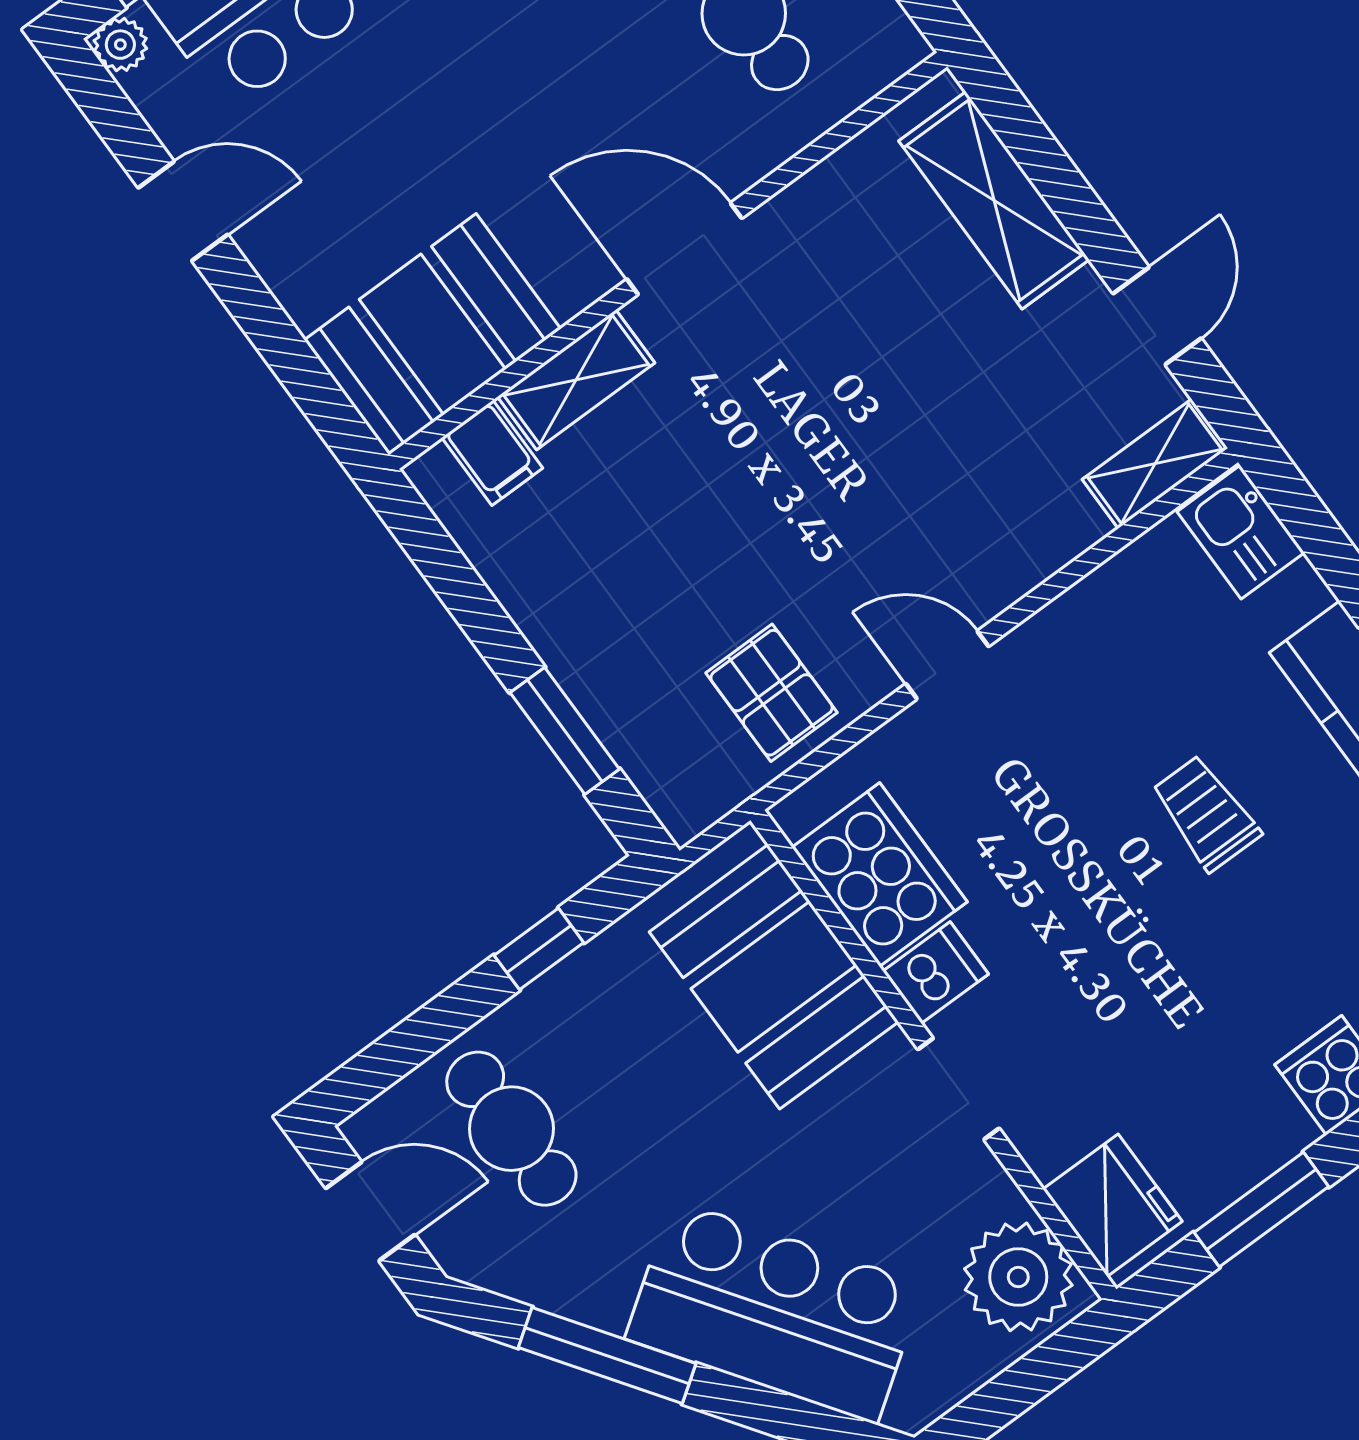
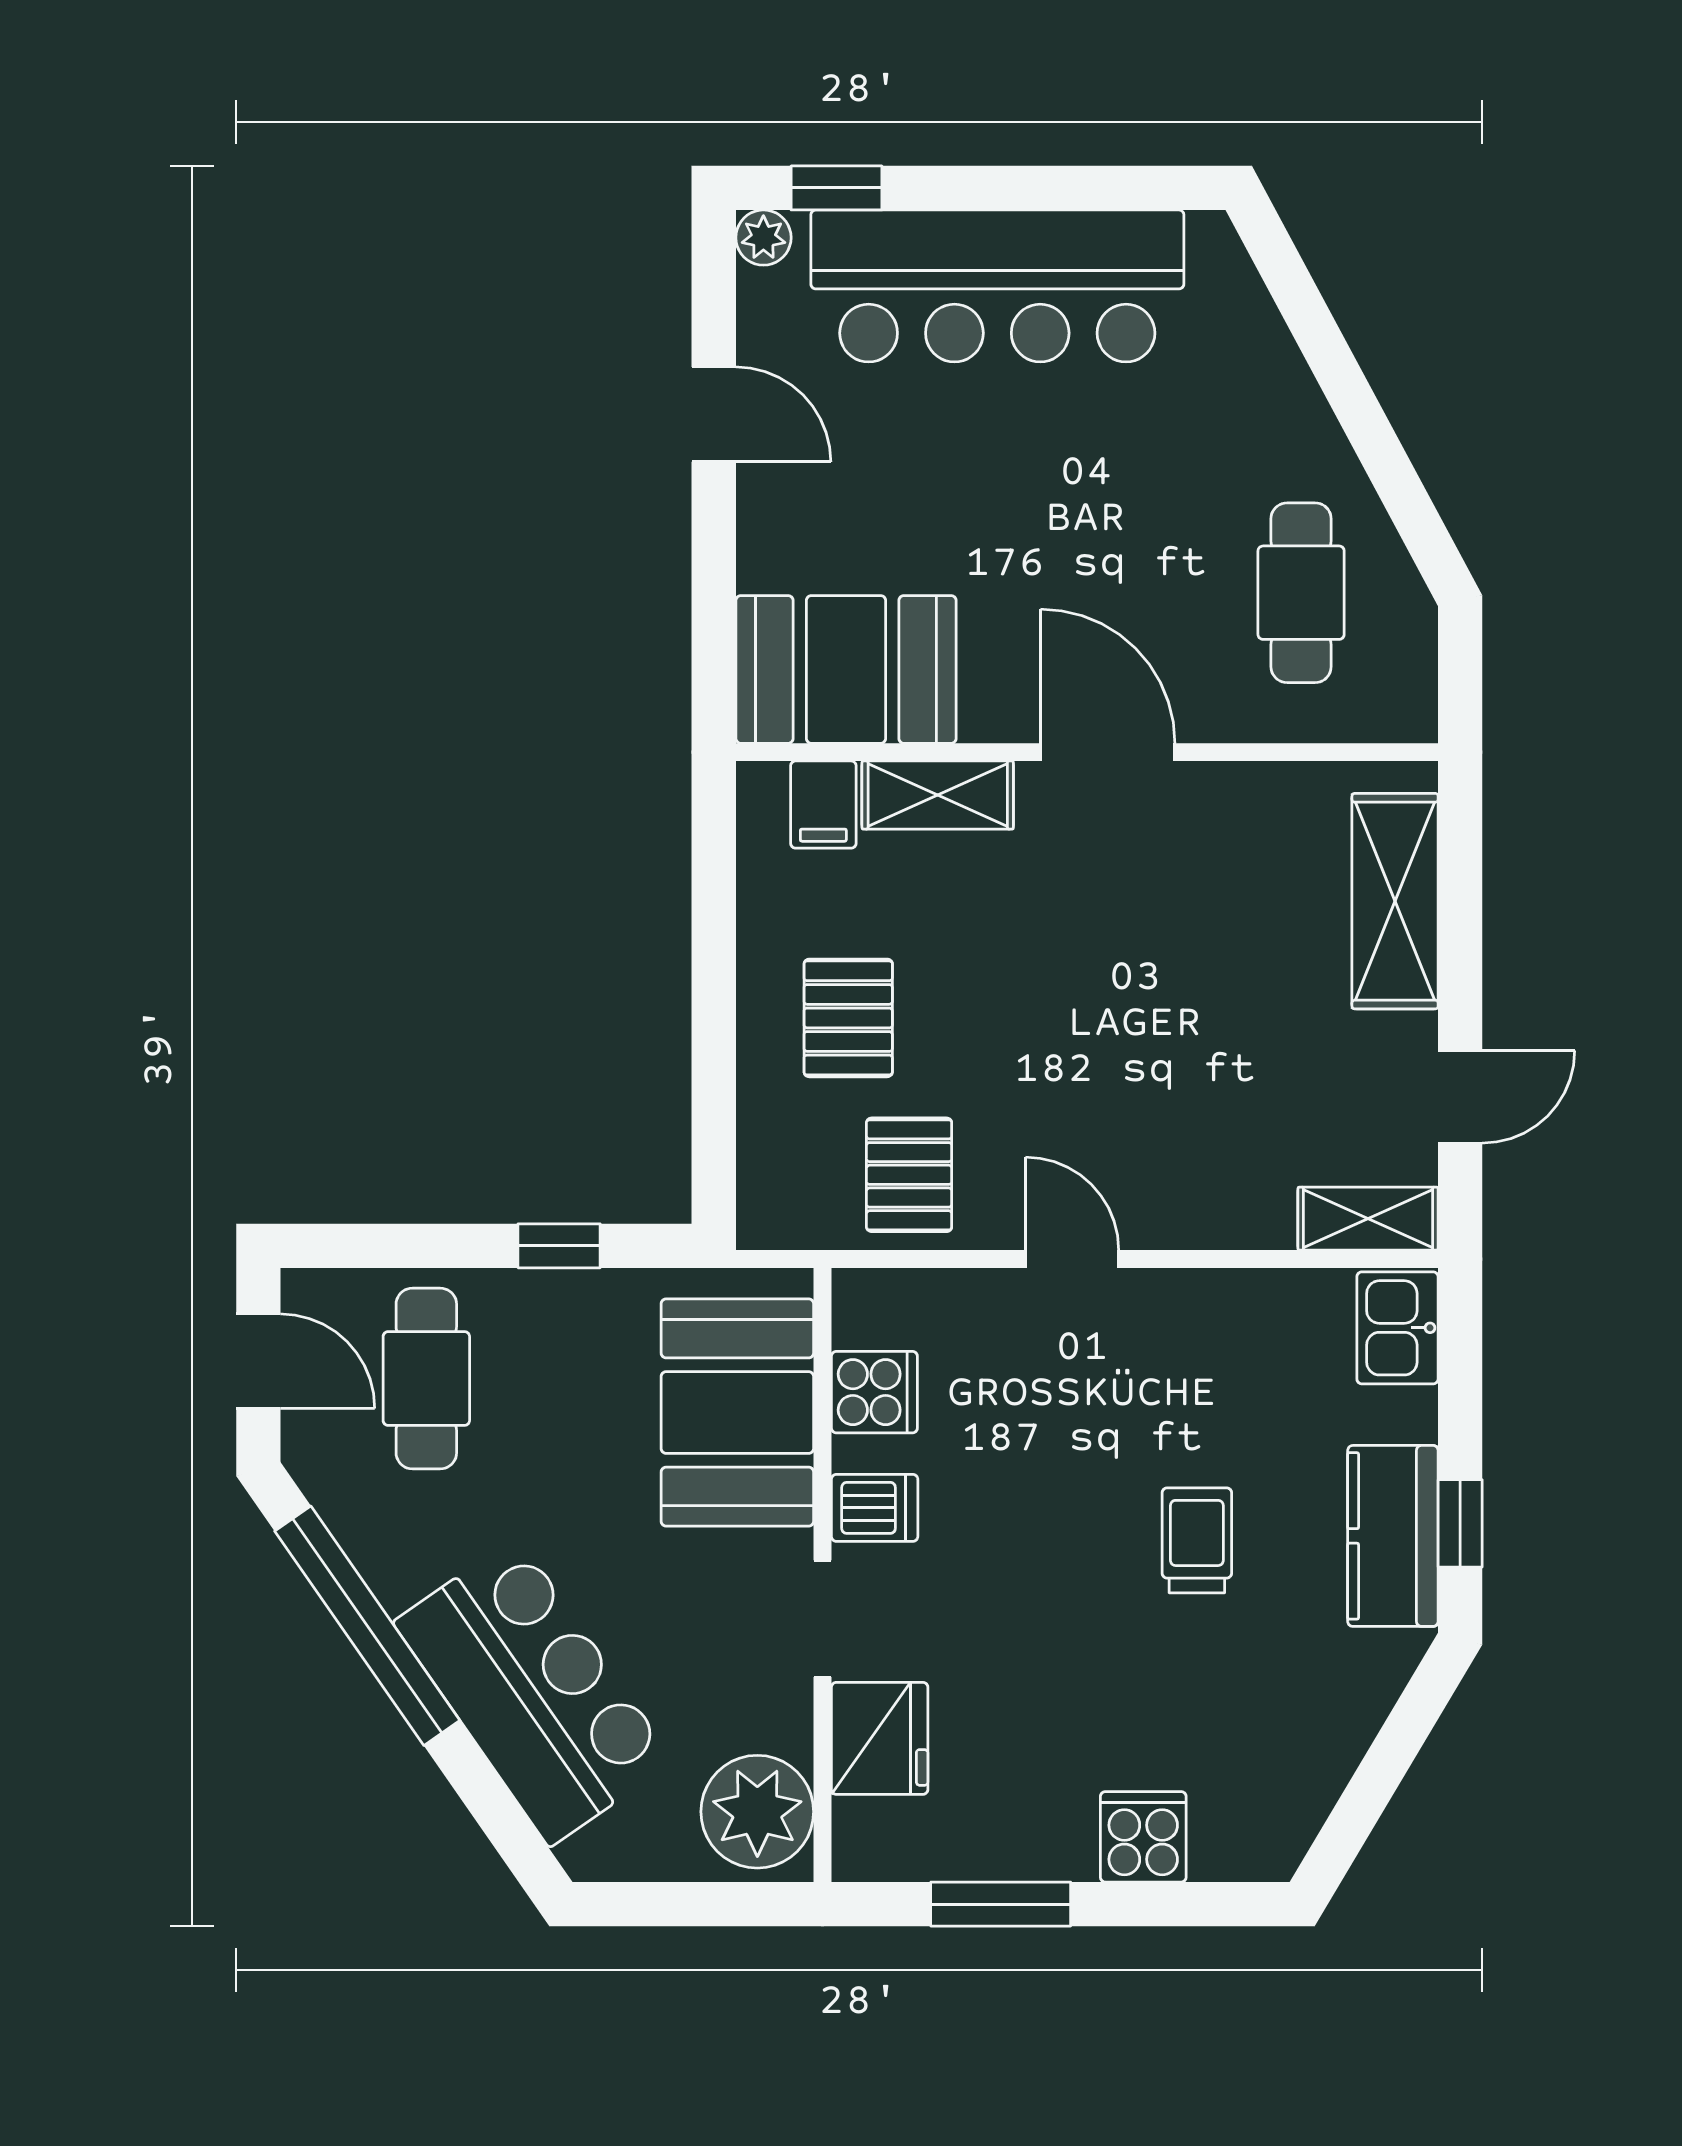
pallet: (634, 605) -> (848, 1018), added
window: (565, 731) -> (714, 1080), removed
cooker: (879, 875) -> (874, 1392), width x0.53, depth x0.76
fridge: (1113, 1205) -> (880, 1738), moved
window: (607, 1356) -> (367, 1626), width x1.46

